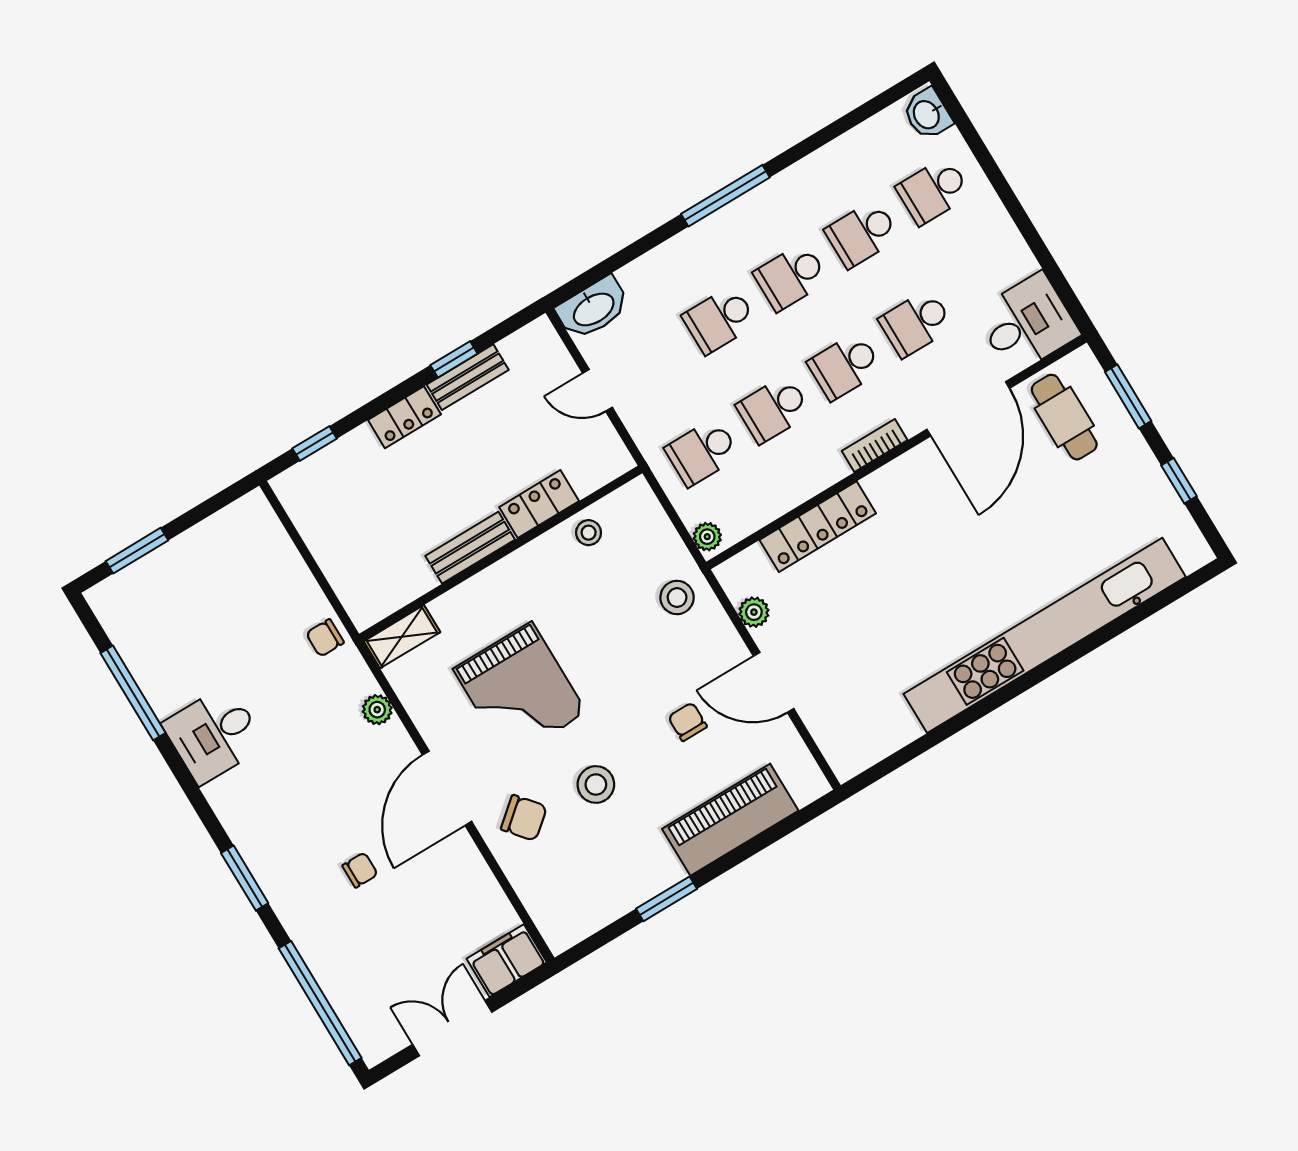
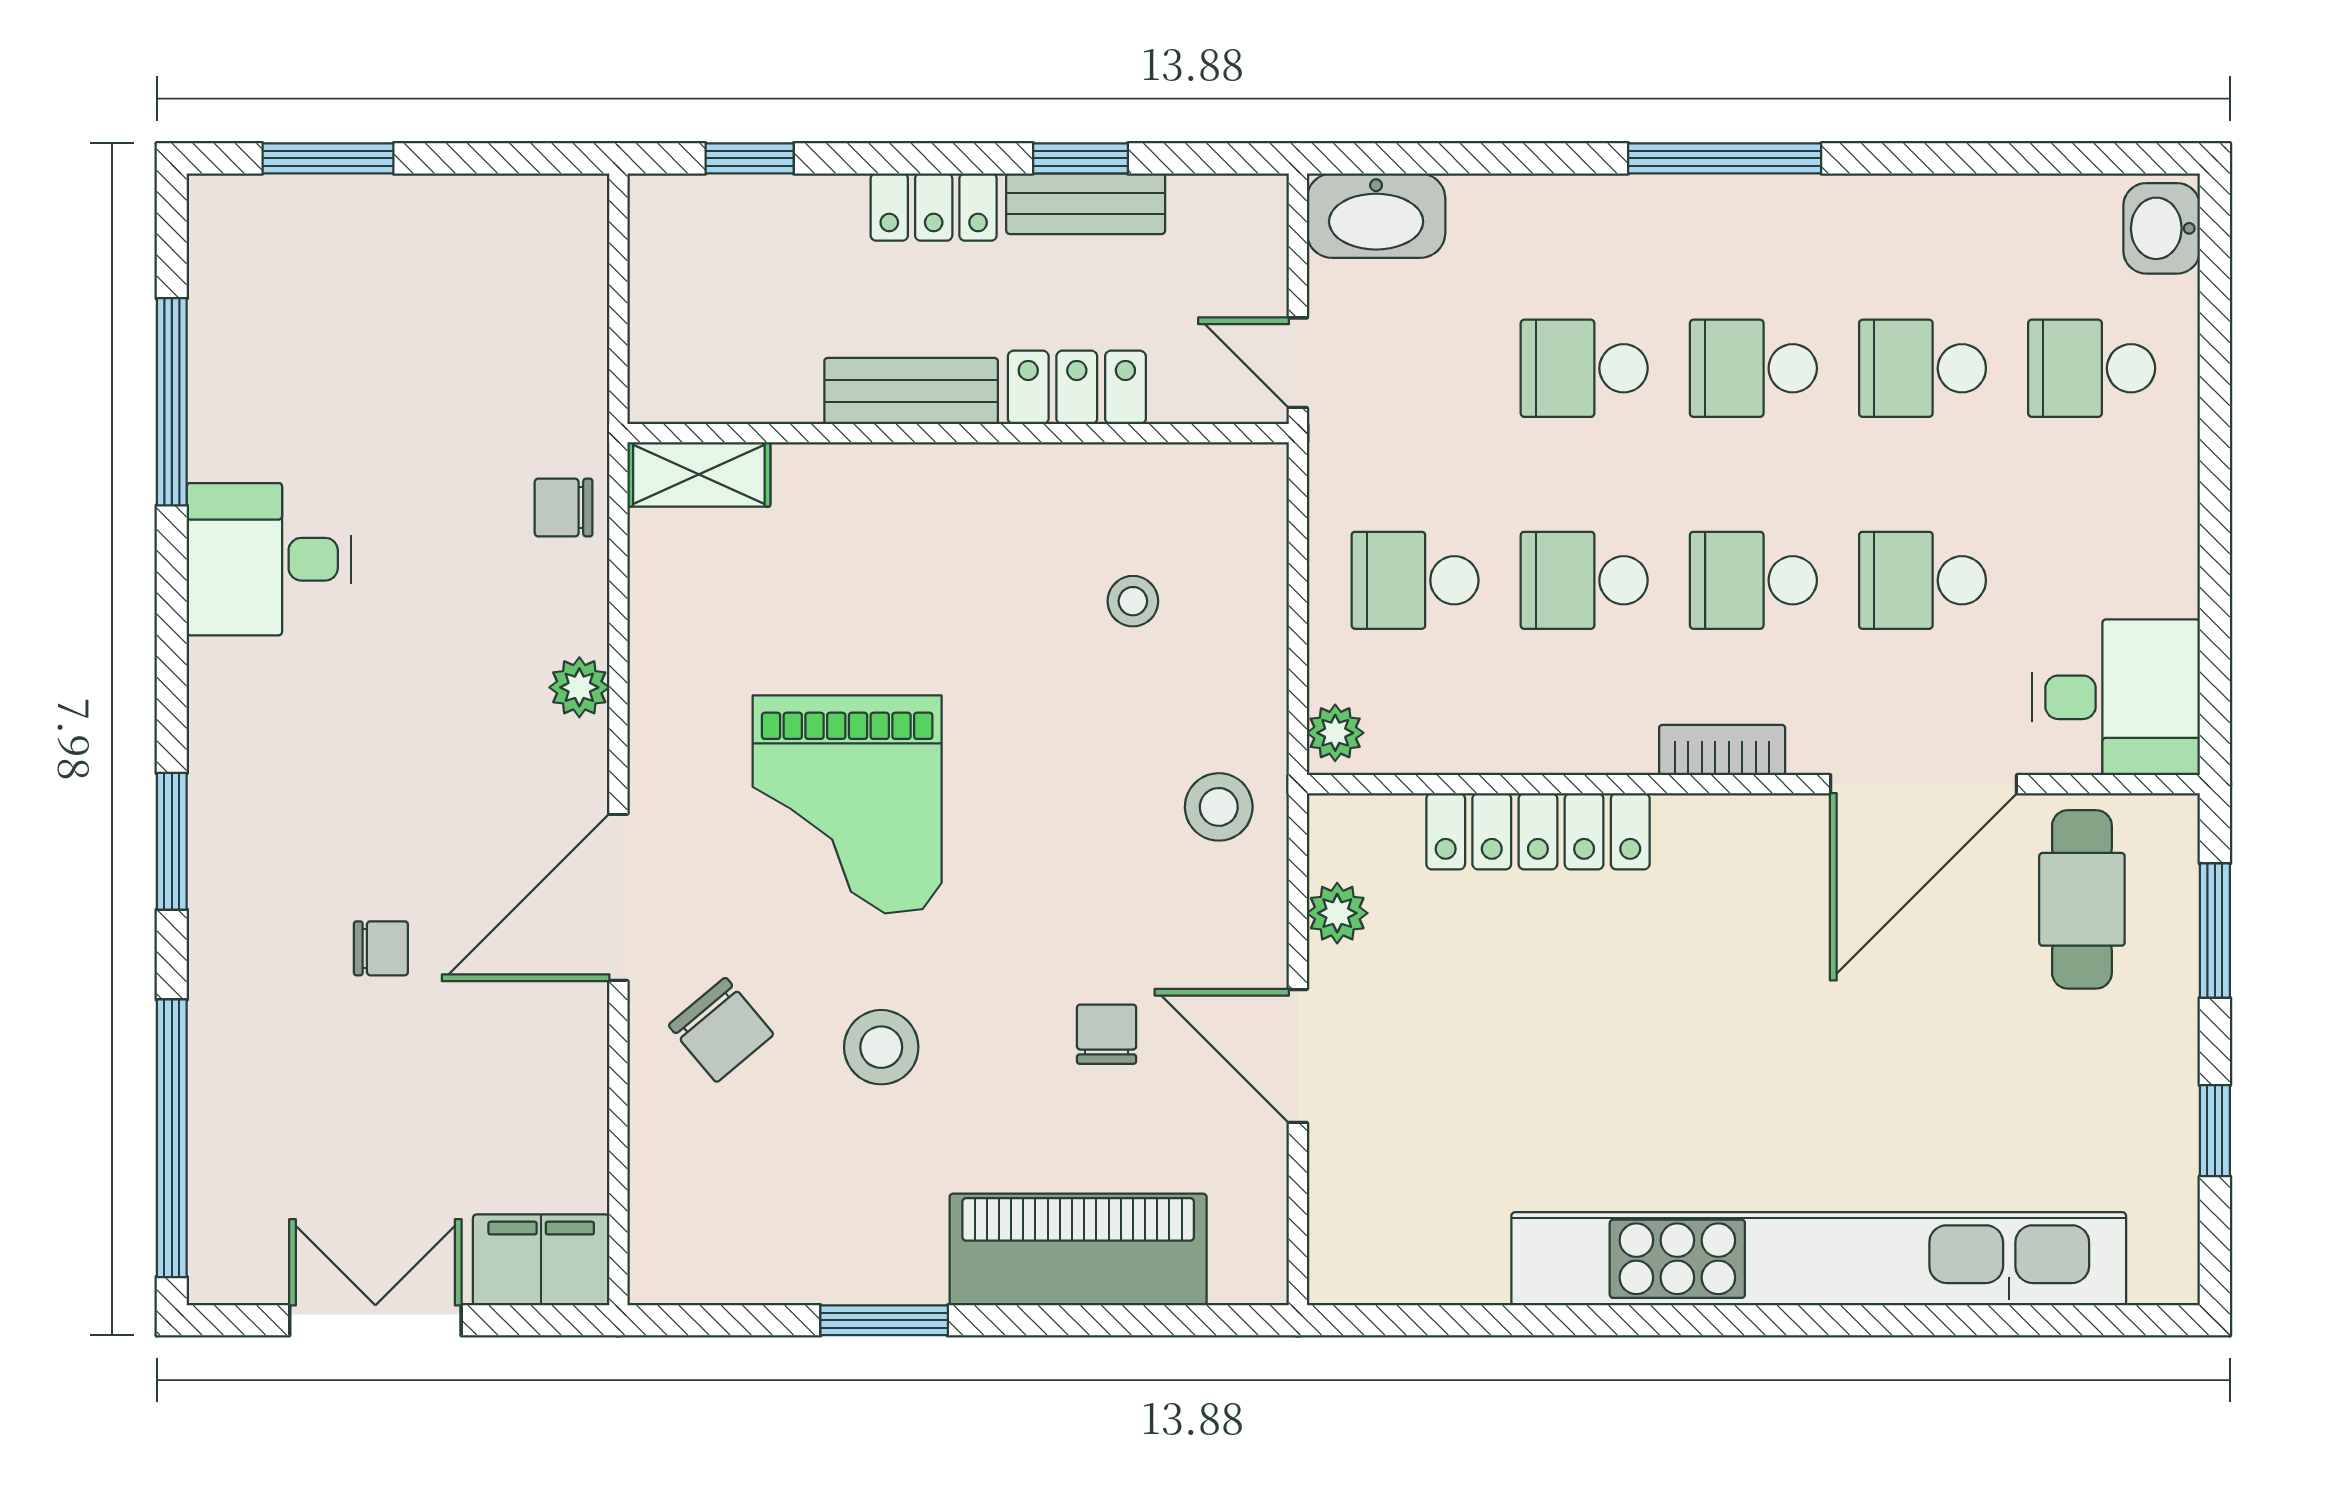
locker: (539, 504) -> (1077, 387), moved
bench: (470, 548) -> (911, 391), moved
wall: (501, 553) -> (958, 433), moved
shelving: (402, 637) -> (699, 474), moved

